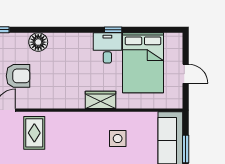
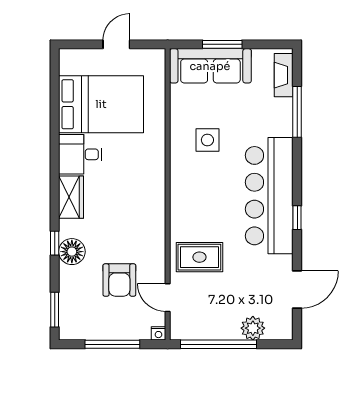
window: (113, 30) -> (55, 243), moved
armchair: (18, 76) -> (119, 280), turned 180
wardrobe: (100, 100) -> (71, 197), moved, turned 180

